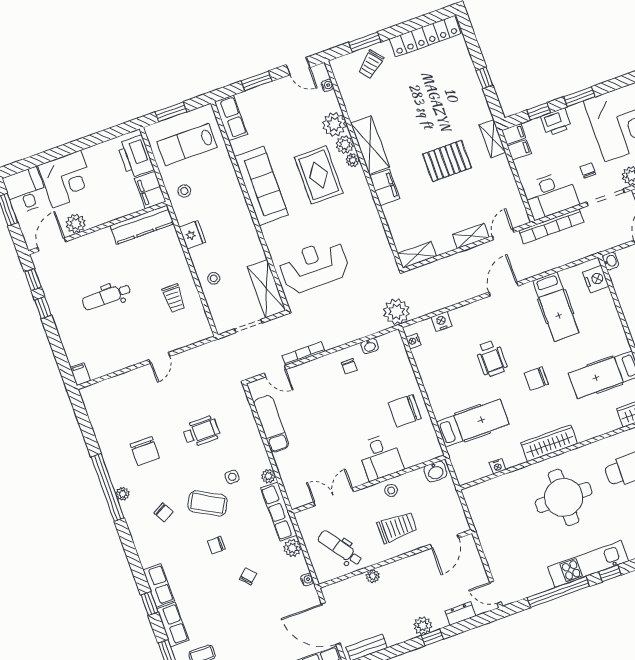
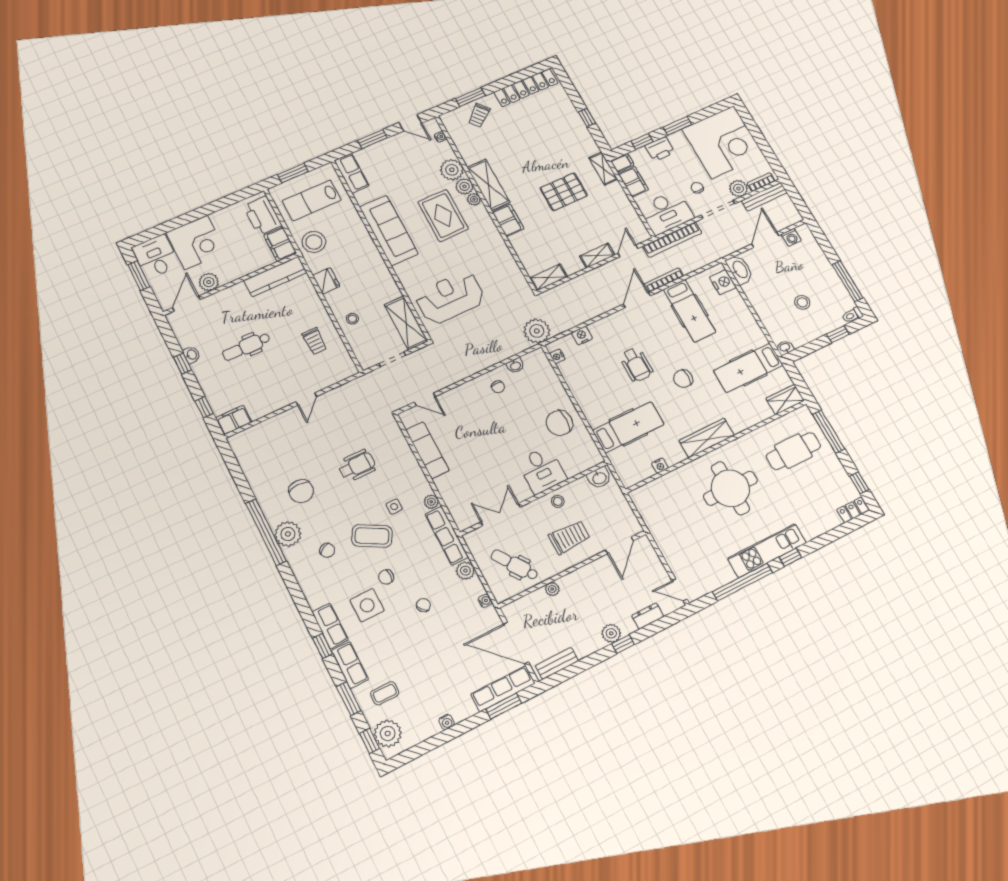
filing cabinet: (519, 150) -> (633, 182), width x2.00
stool: (184, 191) -> (314, 242), width x1.89, depth x1.89
washbasin: (611, 261) -> (740, 270), width x1.91, depth x1.45
window: (33, 279) -> (204, 407), moved
washbasin: (52, 299) -> (192, 355), added
bookcase: (303, 354) -> (664, 280), moved
filing cabinet: (80, 374) -> (234, 420), width x2.00
plant: (123, 494) -> (288, 534), width x1.88, depth x1.88
side table: (195, 570) -> (367, 605), added

